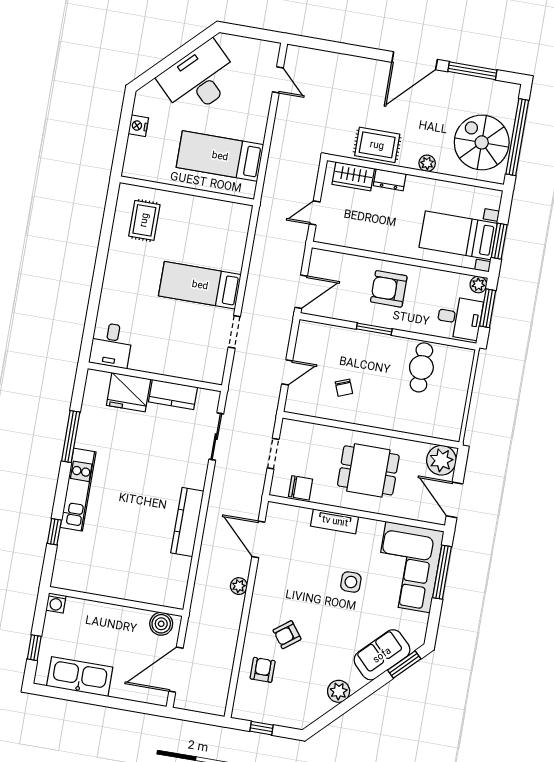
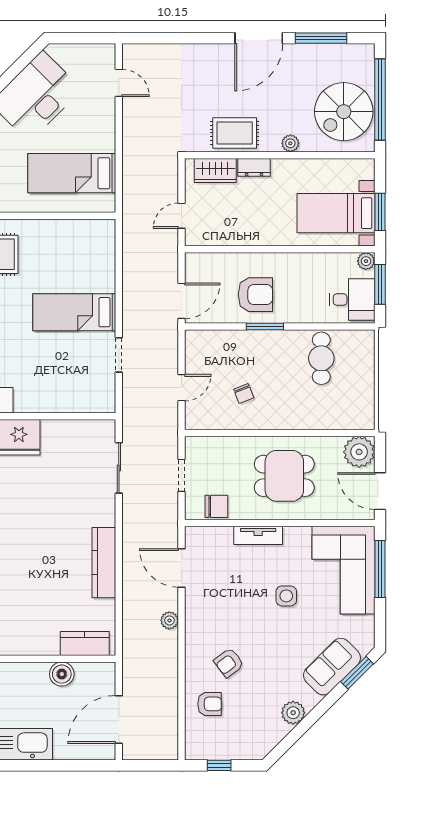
spiral stairs: (482, 142) -> (344, 112), turned -90
armchair: (389, 289) -> (255, 295), moved, turned 180
kitchen counter: (173, 395) -> (85, 643), moved, turned 180
boiler: (161, 624) -> (62, 674), moved
armchair: (263, 670) -> (210, 704), turned 90

